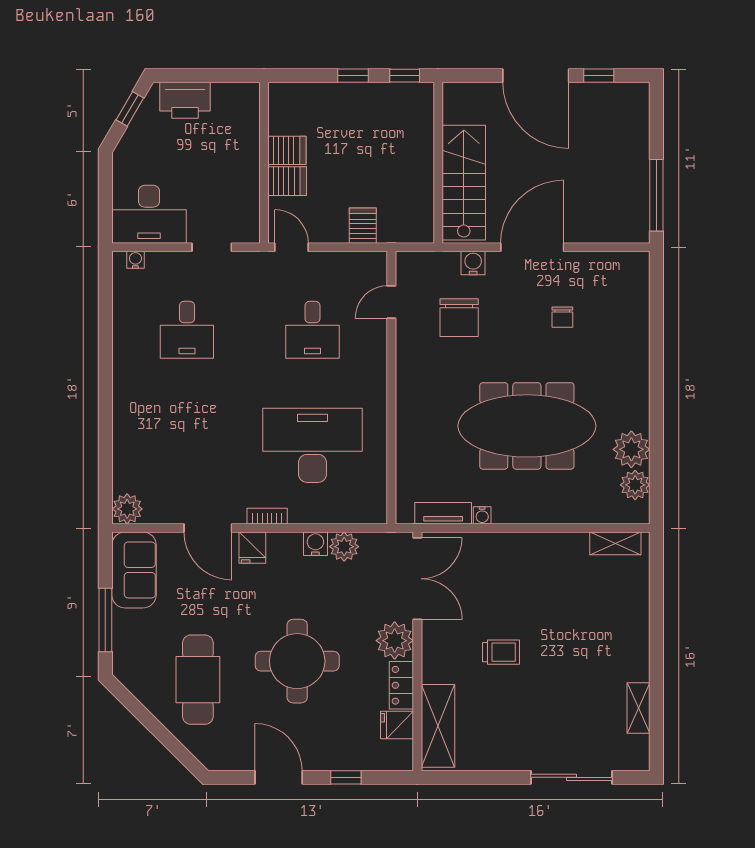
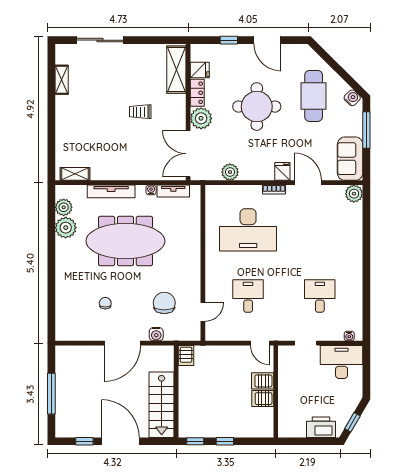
stairs: (464, 183) -> (162, 405), moved
window: (656, 195) -> (51, 394), moved
server rack: (363, 226) -> (186, 356), moved
tv unit: (552, 513) -> (111, 191), added
water cooler: (315, 544) -> (352, 98), moved, turned -135

